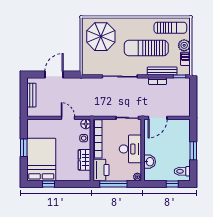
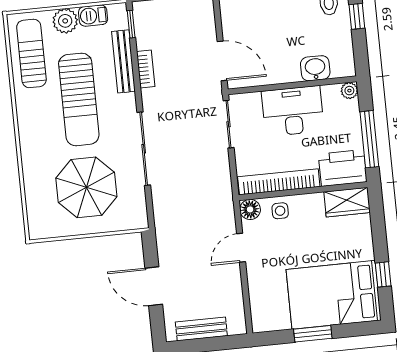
parasol: (101, 37) -> (86, 187), moved
wardrobe: (85, 160) -> (347, 202), moved

